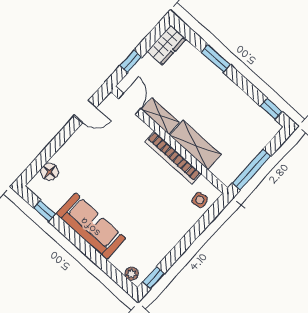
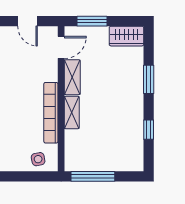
window: (131, 61) -> (92, 21), width x1.50
window: (271, 109) -> (149, 130), moved
shelving: (195, 145) -> (72, 112), width x0.67, depth x0.75

